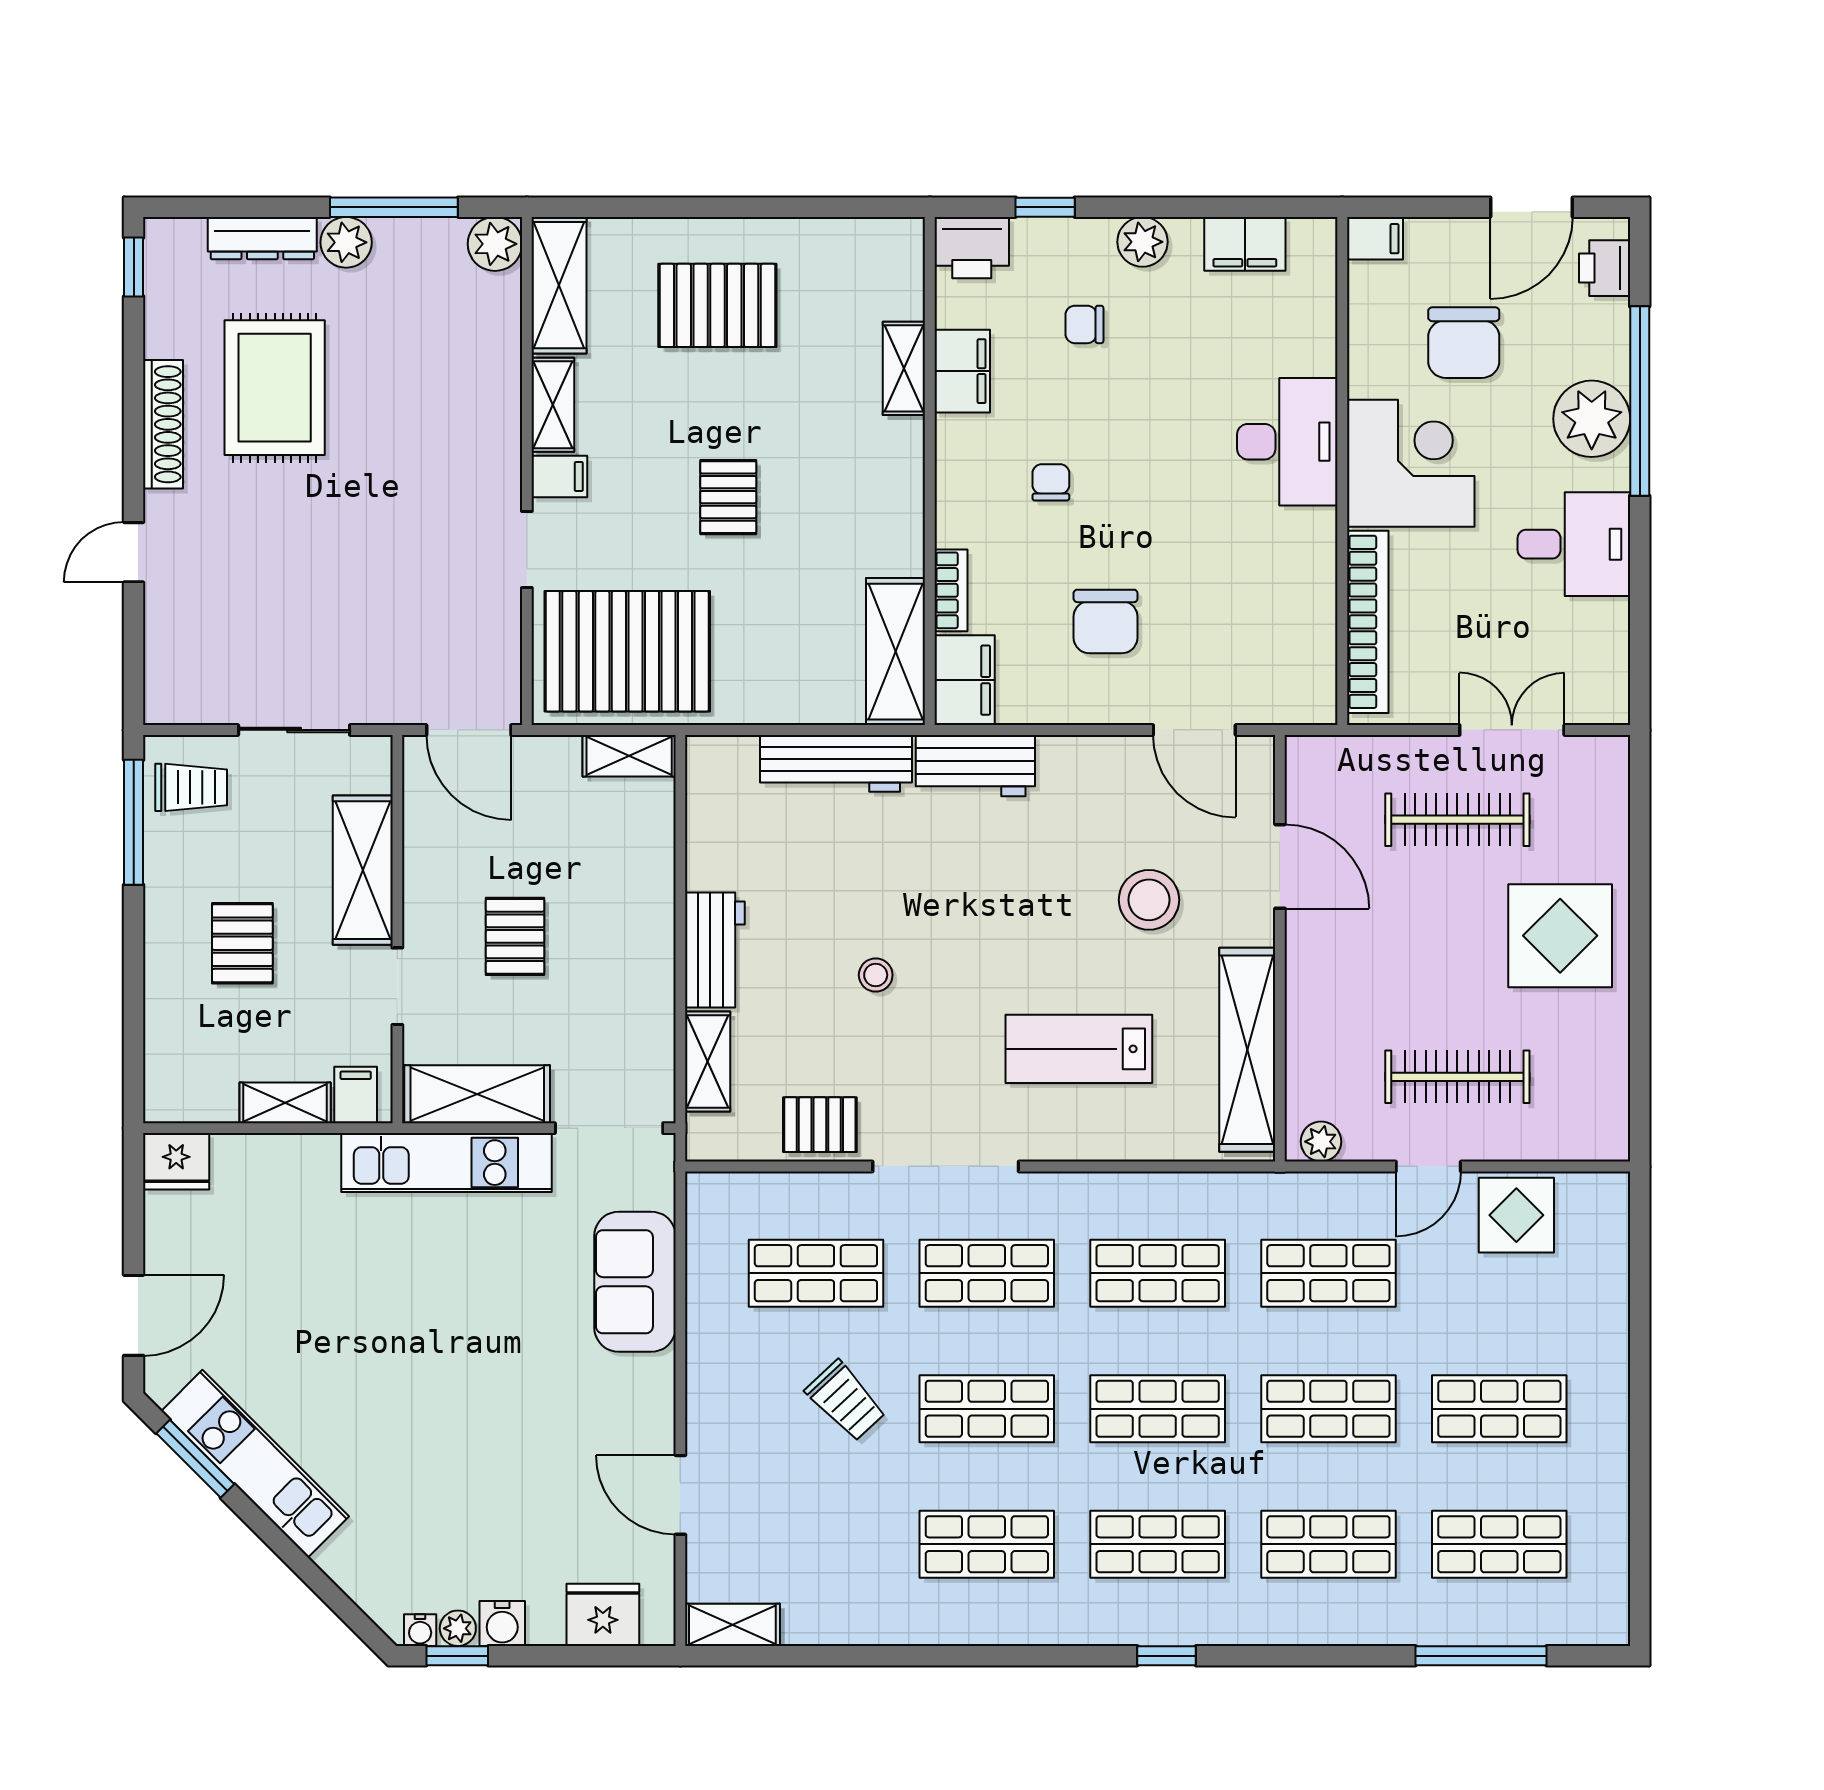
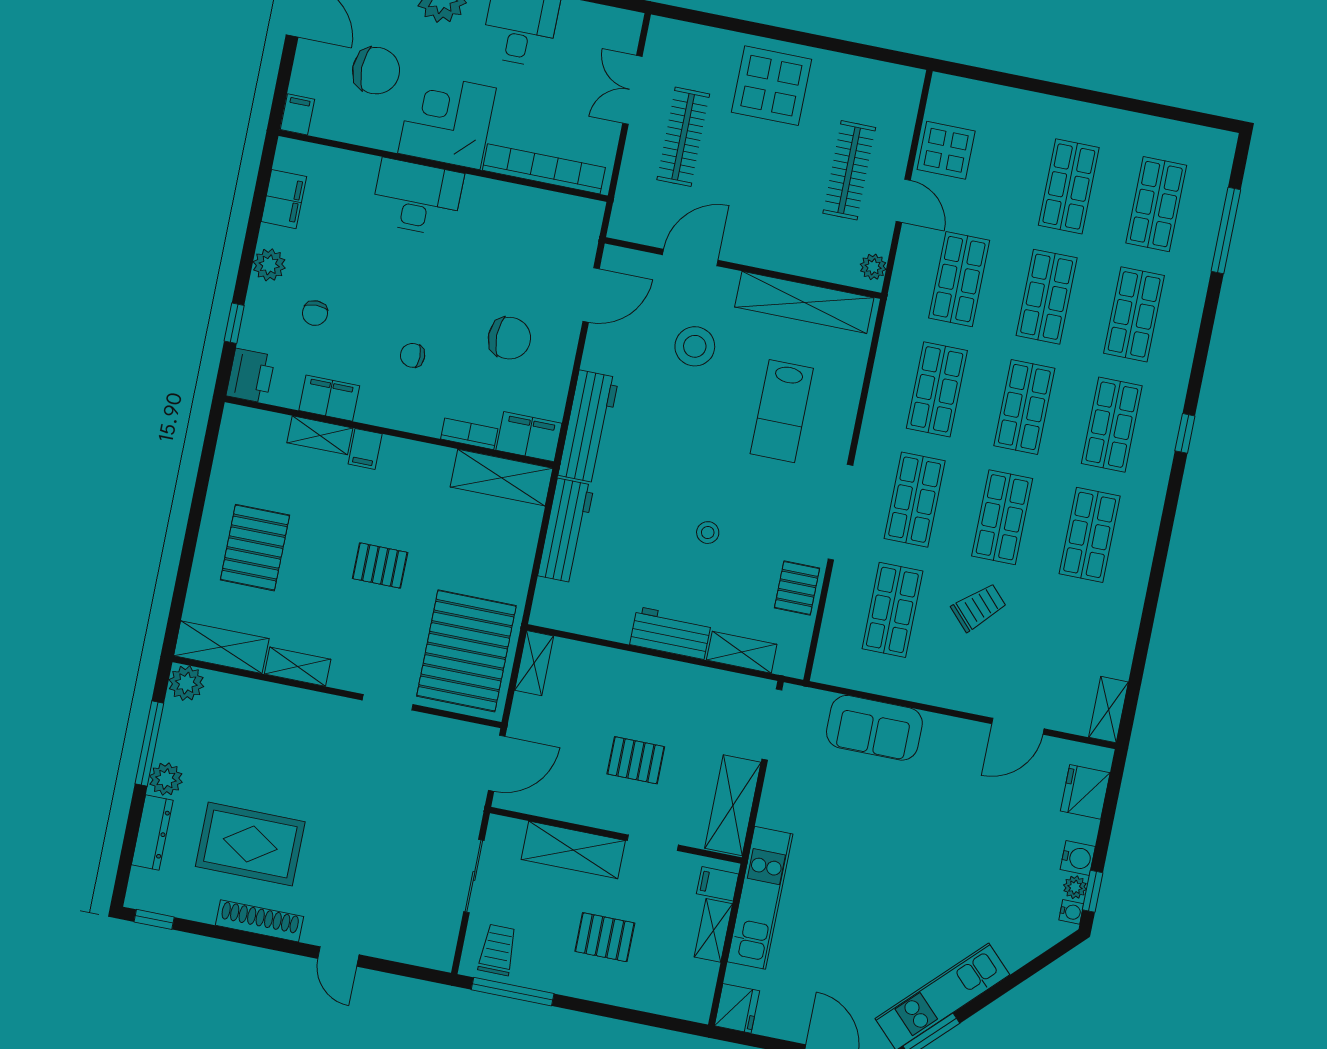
filing cabinet: (559, 477) -> (365, 449), moved, turned 180
workbench: (975, 766) -> (588, 427), width x1.38
kitchen unit: (446, 1163) -> (760, 898), moved

